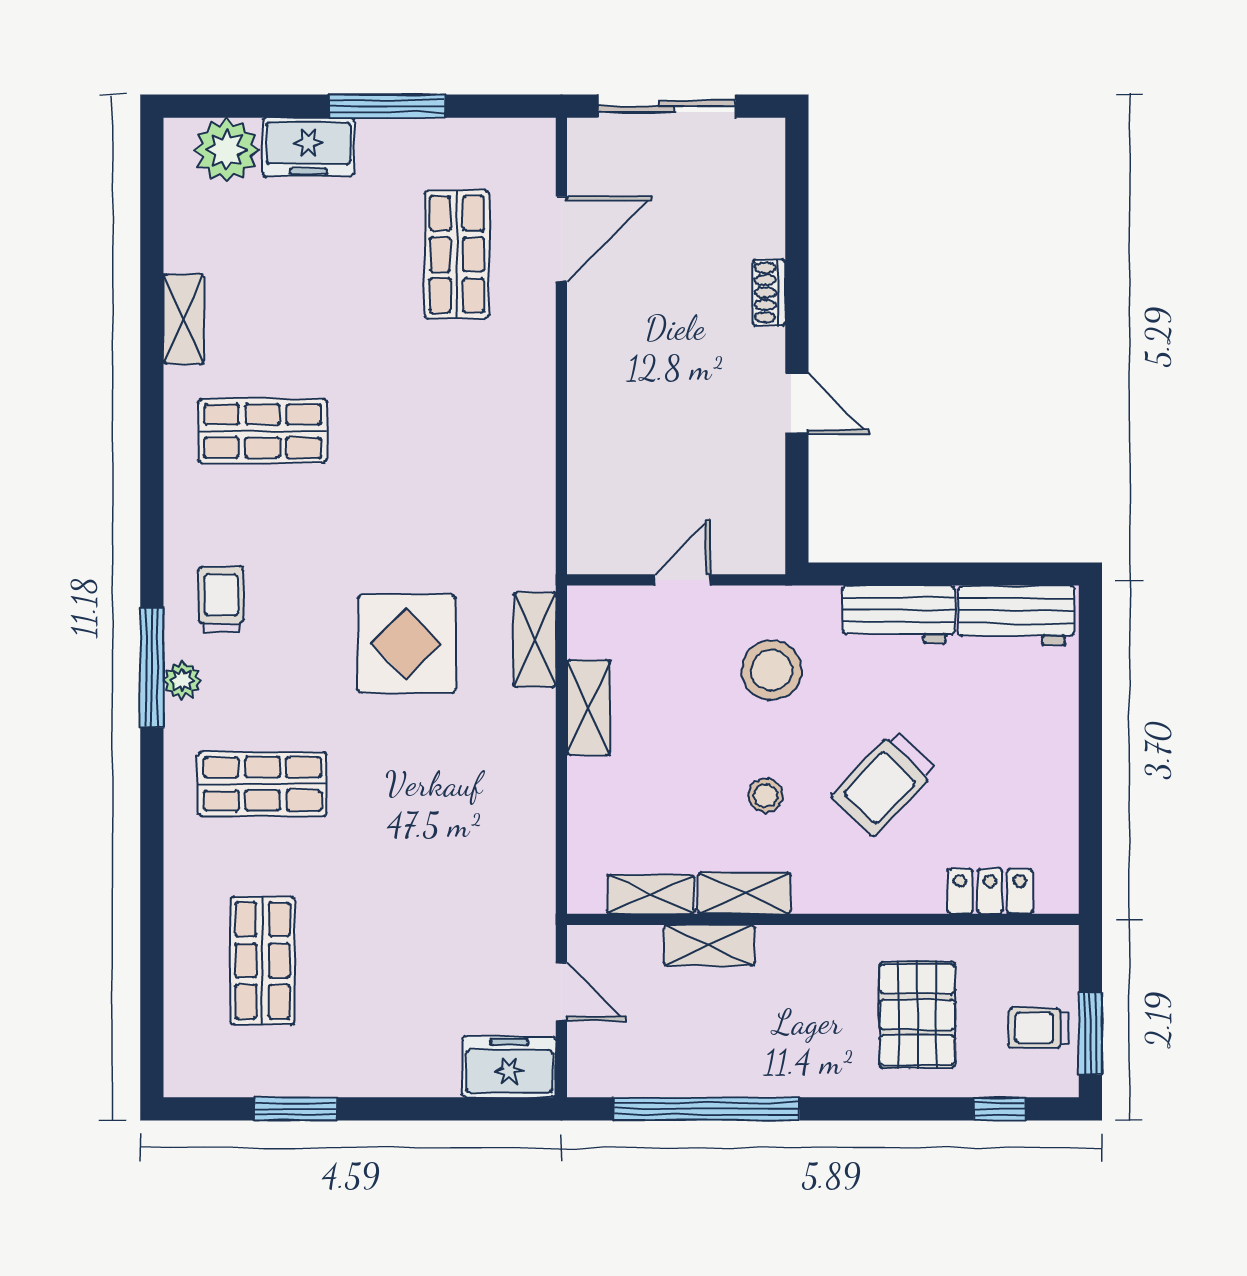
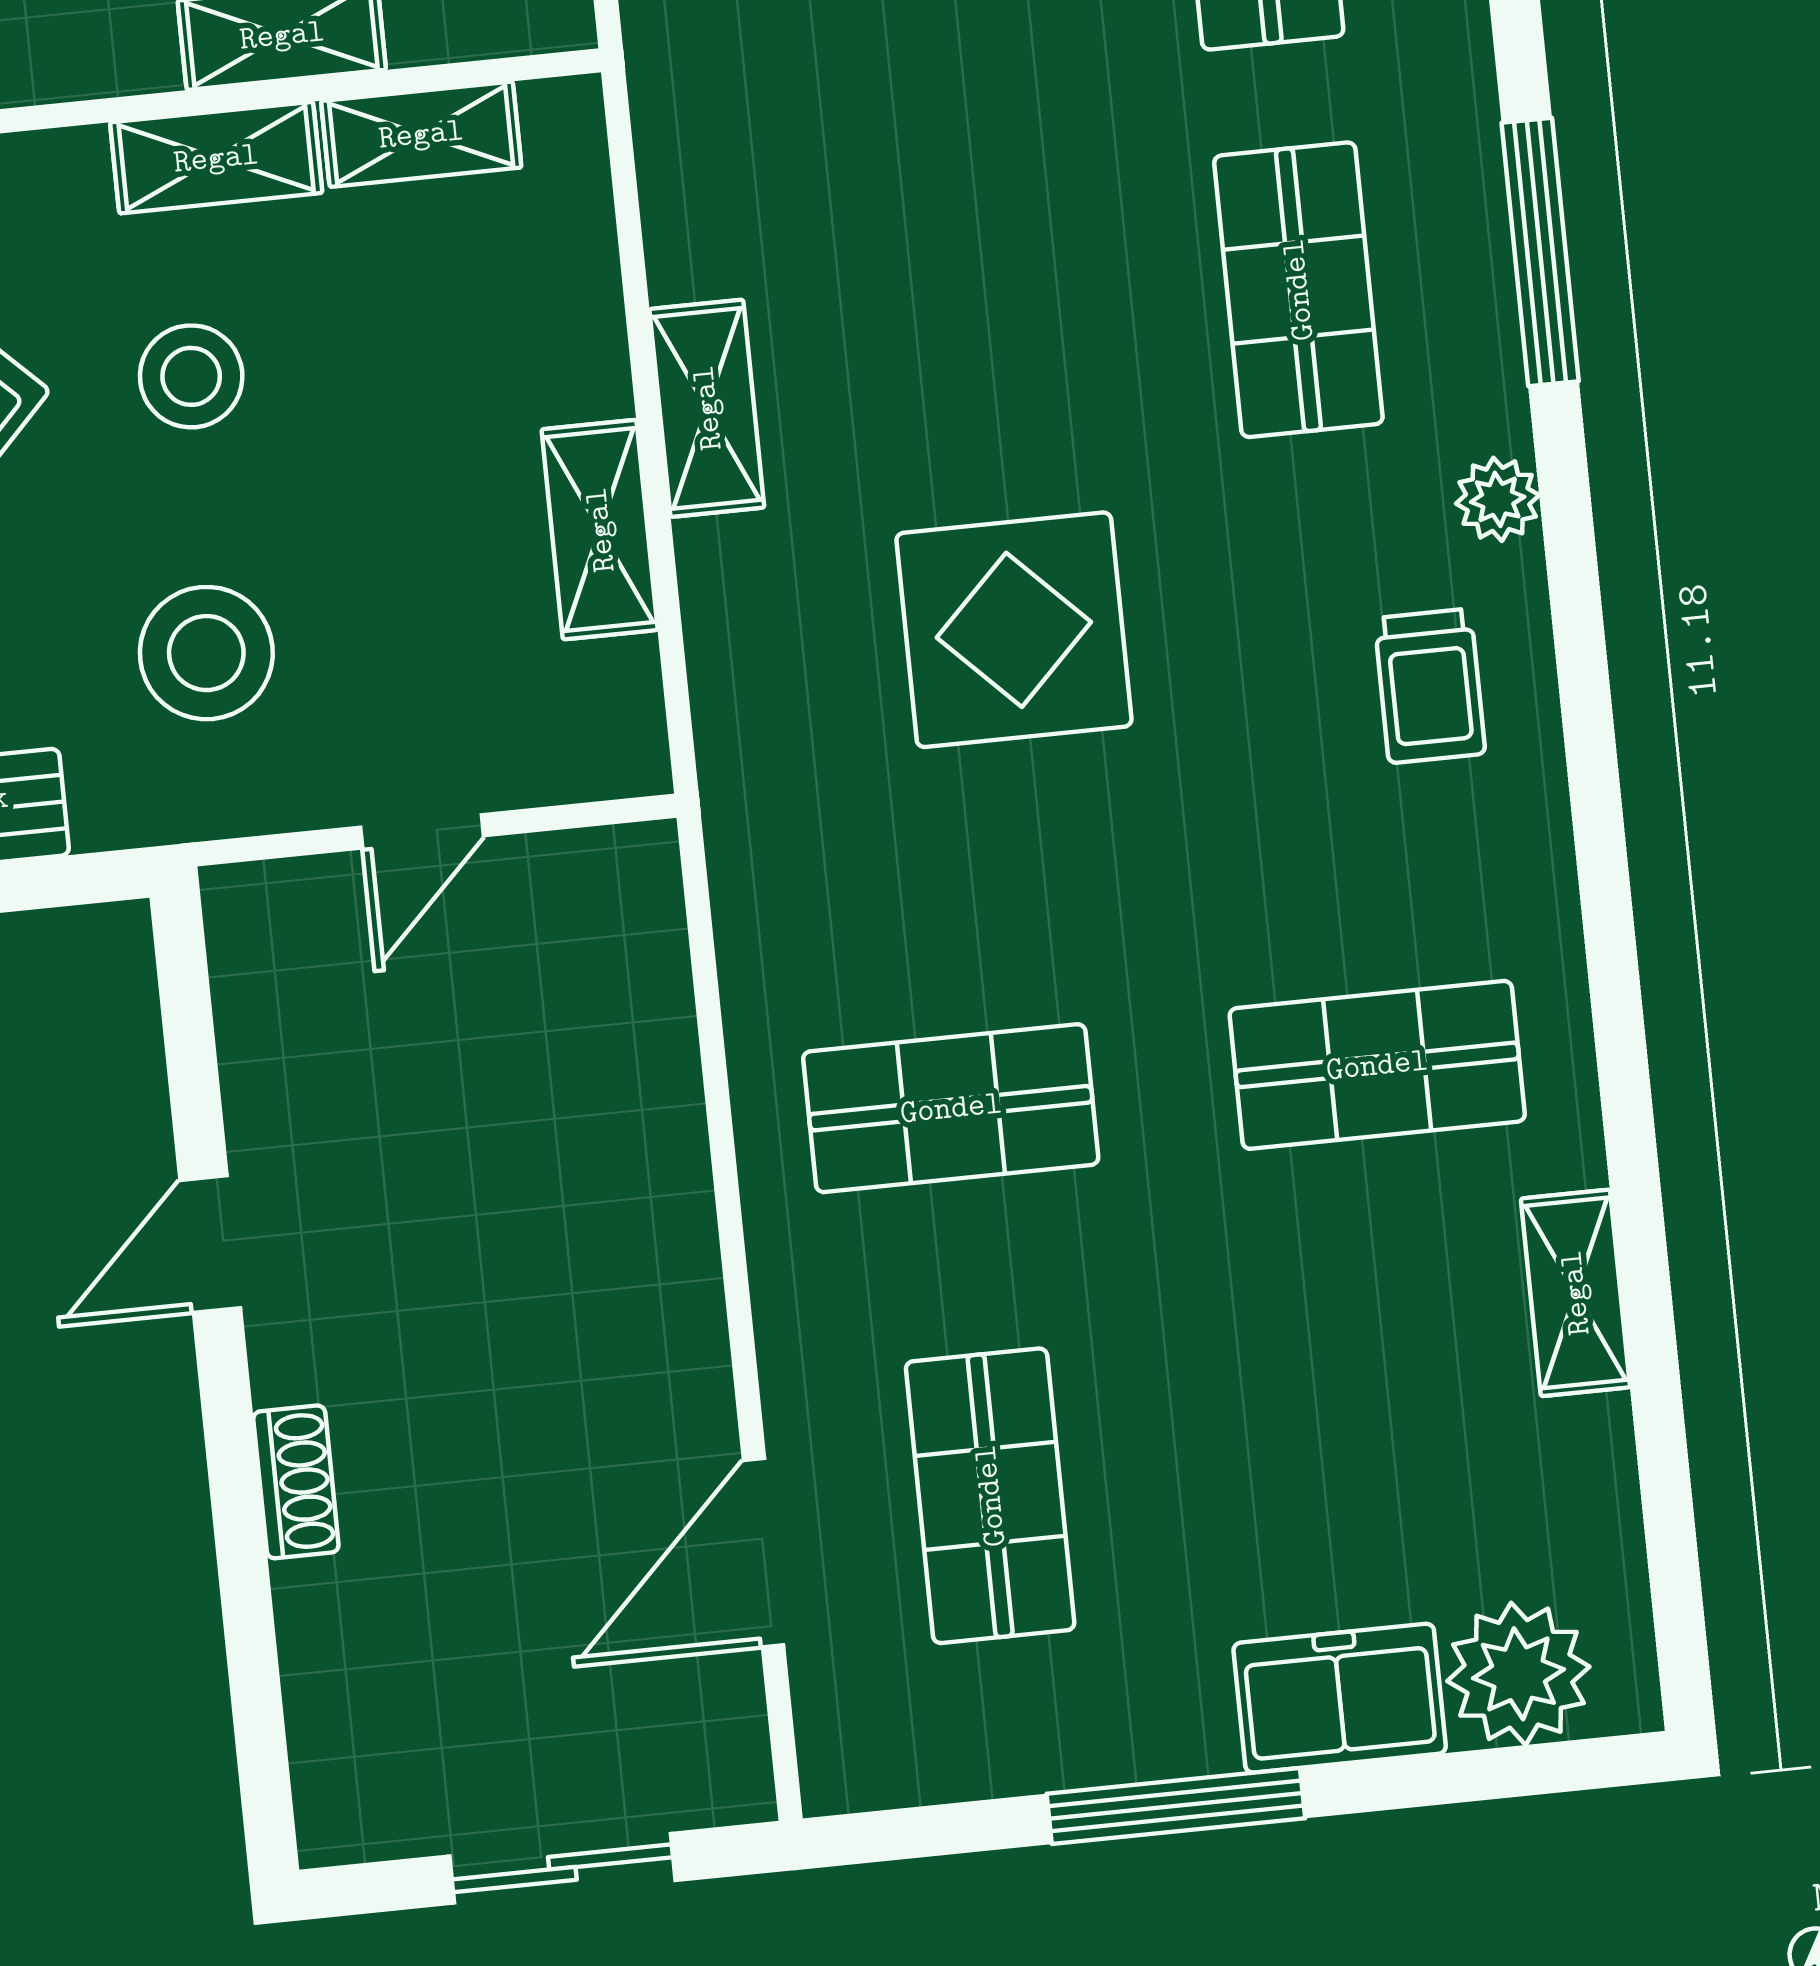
sliding door: (667, 106) -> (562, 1868), width x0.73
door: (797, 404) -> (210, 1244), hinge flipped
shop shelf: (457, 431) -> (951, 1108), added
shelving: (535, 640) -> (707, 408), moved
window: (152, 667) -> (1540, 252), moved
shop shelf: (263, 784) -> (1298, 290), turned 90
stool: (766, 796) -> (191, 376), width x1.37, depth x1.37

